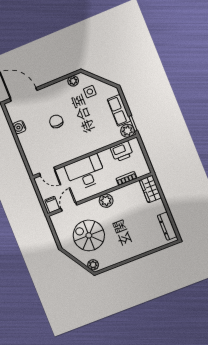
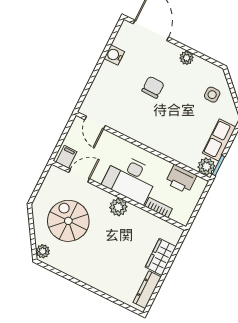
plant: (73, 81) -> (187, 58), moved
desk: (85, 173) -> (130, 179), moved, turned 180
wardrobe: (150, 189) -> (161, 257), moved

